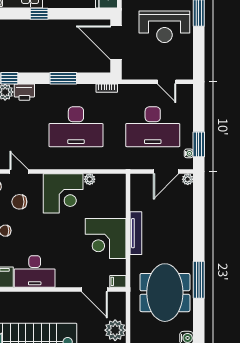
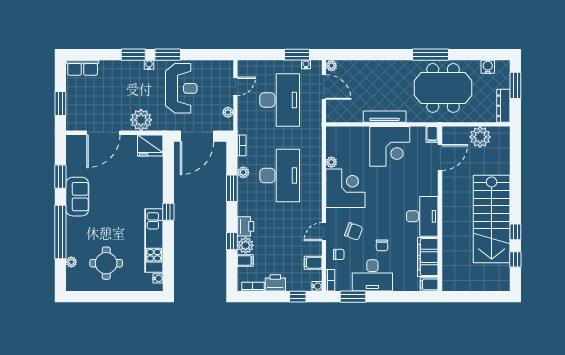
plant: (140, 74) -> (228, 112), added
plant: (79, 90) -> (243, 172), added
chair: (19, 202) -> (354, 231), turned -70

